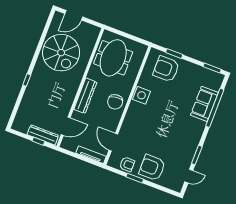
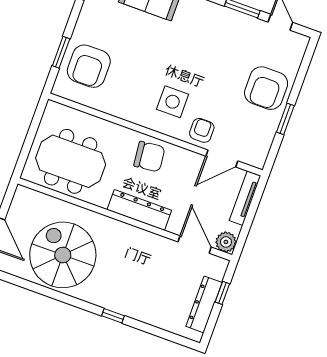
spiral stairs: (61, 53) -> (63, 255), turned -90
side table: (141, 95) -> (173, 102), moved
dresser: (43, 135) -> (204, 304), moved
plant: (67, 144) -> (226, 242), added
armchair: (127, 164) -> (202, 130), moved

